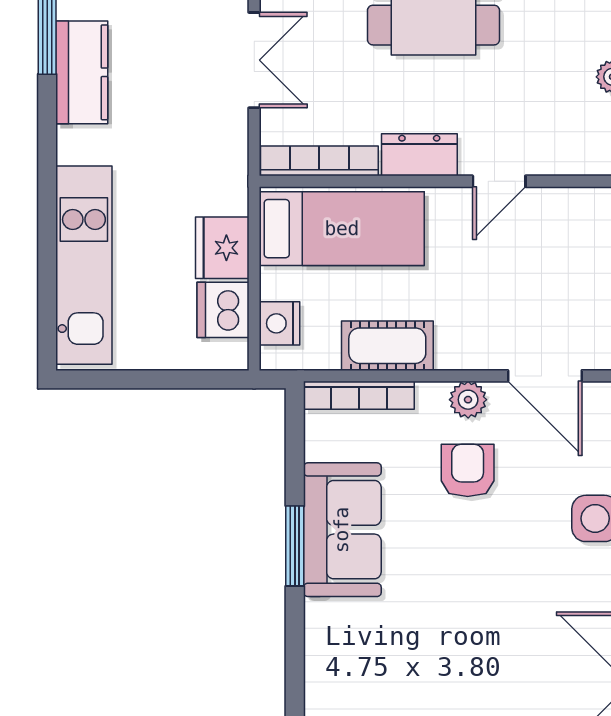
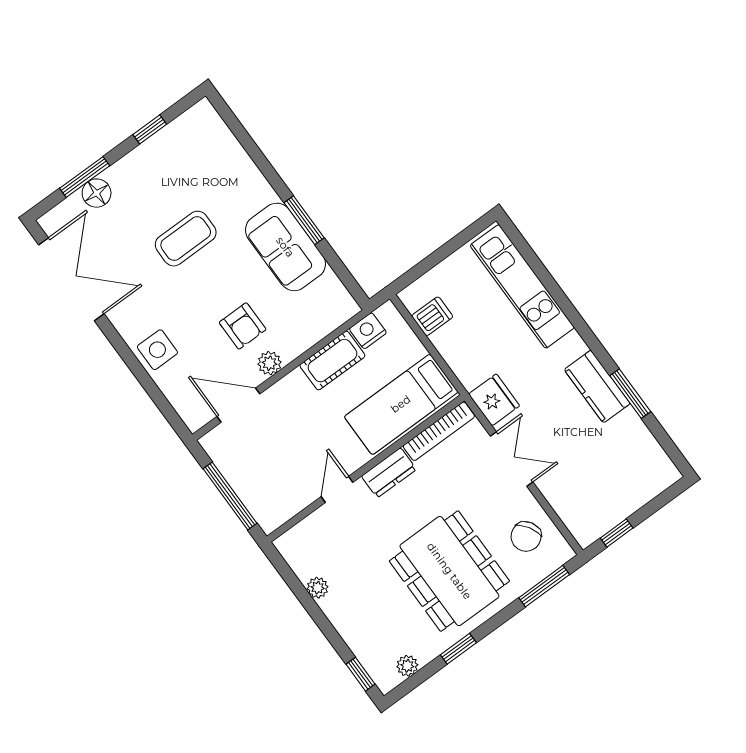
double door: (254, 60) -> (512, 459), swing flipped
fridge: (222, 248) -> (494, 400), moved
dishwasher: (223, 310) -> (432, 316), width x0.73
nightstand: (280, 323) -> (368, 331), moved, turned -90
bookcase: (359, 395) -> (328, 324), removed
coffee table: (459, 631) -> (186, 239), added

